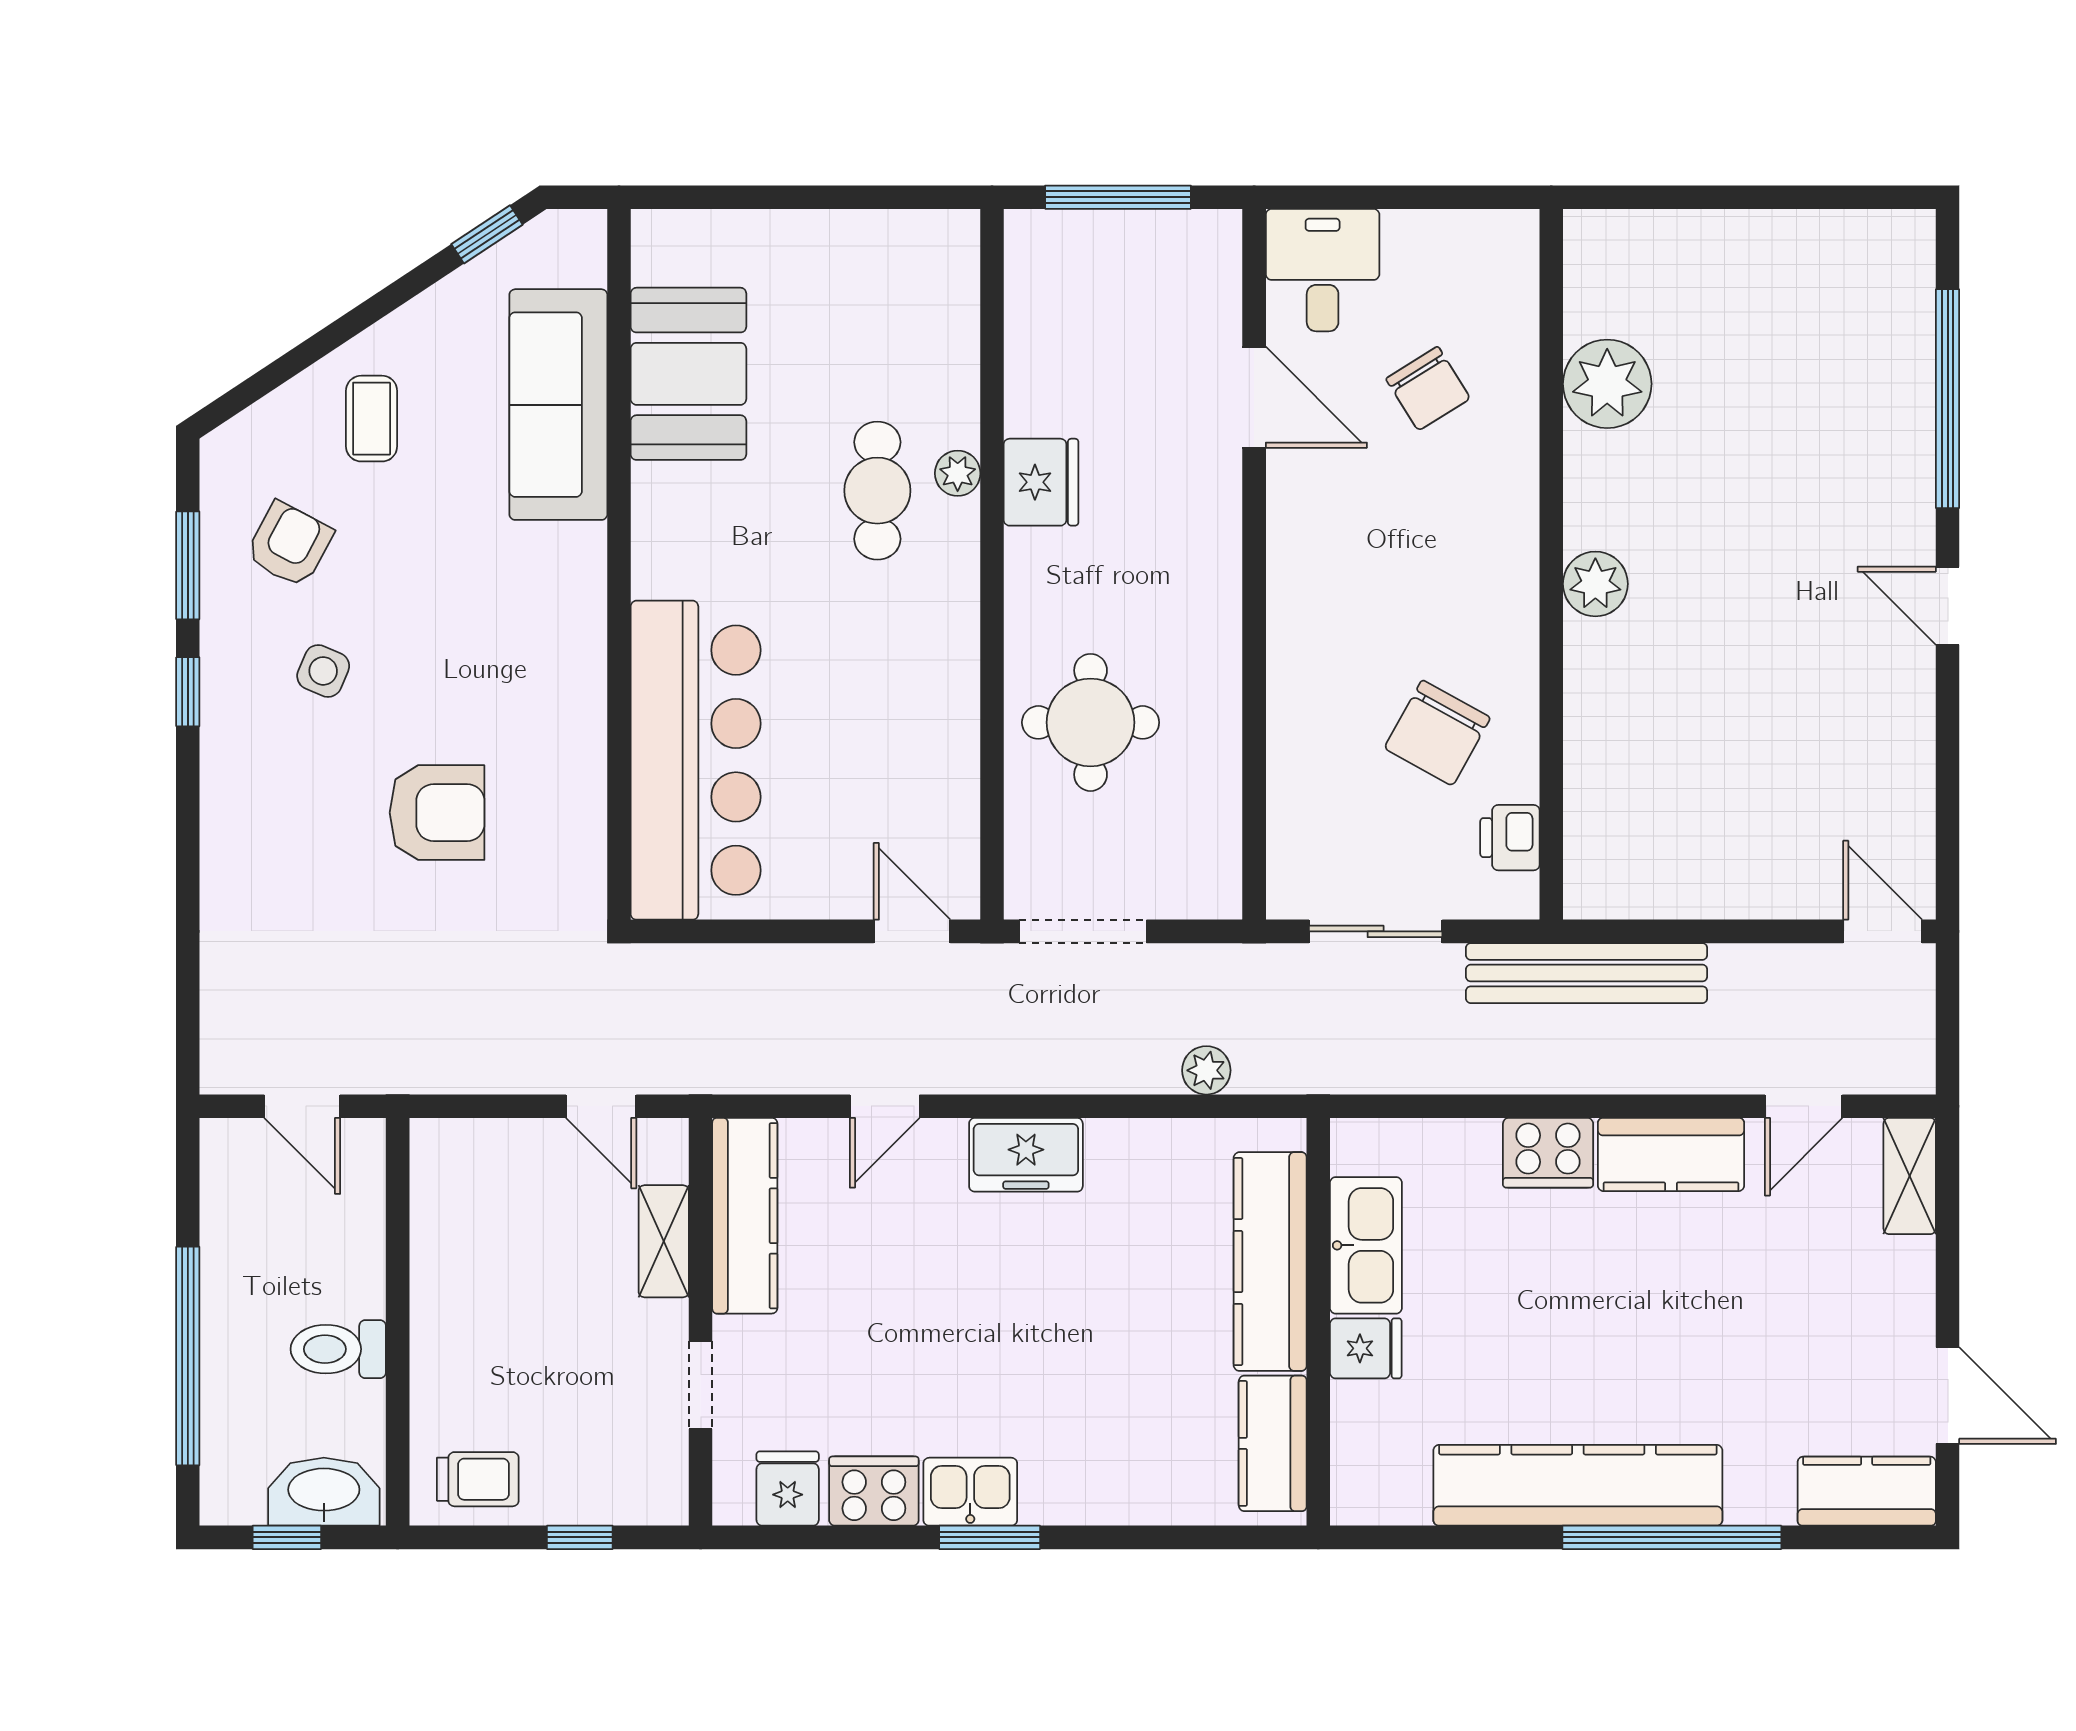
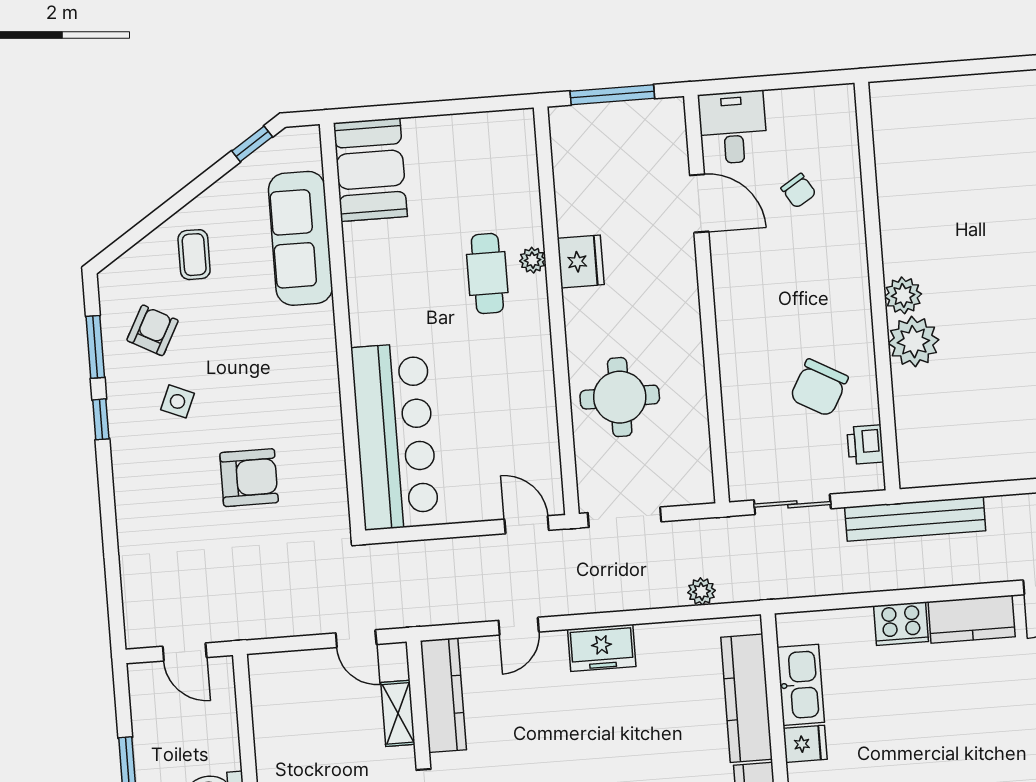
booth: (688, 374) -> (370, 170), moved
plant: (1607, 384) -> (913, 342), moved
chair: (1428, 389) -> (799, 191), width x0.73, depth x0.73

